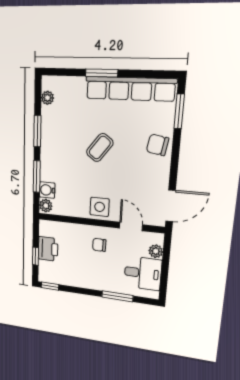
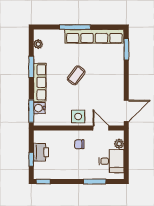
window: (102, 73) -> (75, 27), width x1.44
chair: (157, 145) -> (115, 71), removed
row of seats: (49, 154) -> (40, 82), added
window: (37, 177) -> (31, 111), moved
plant: (46, 206) -> (39, 120), removed

